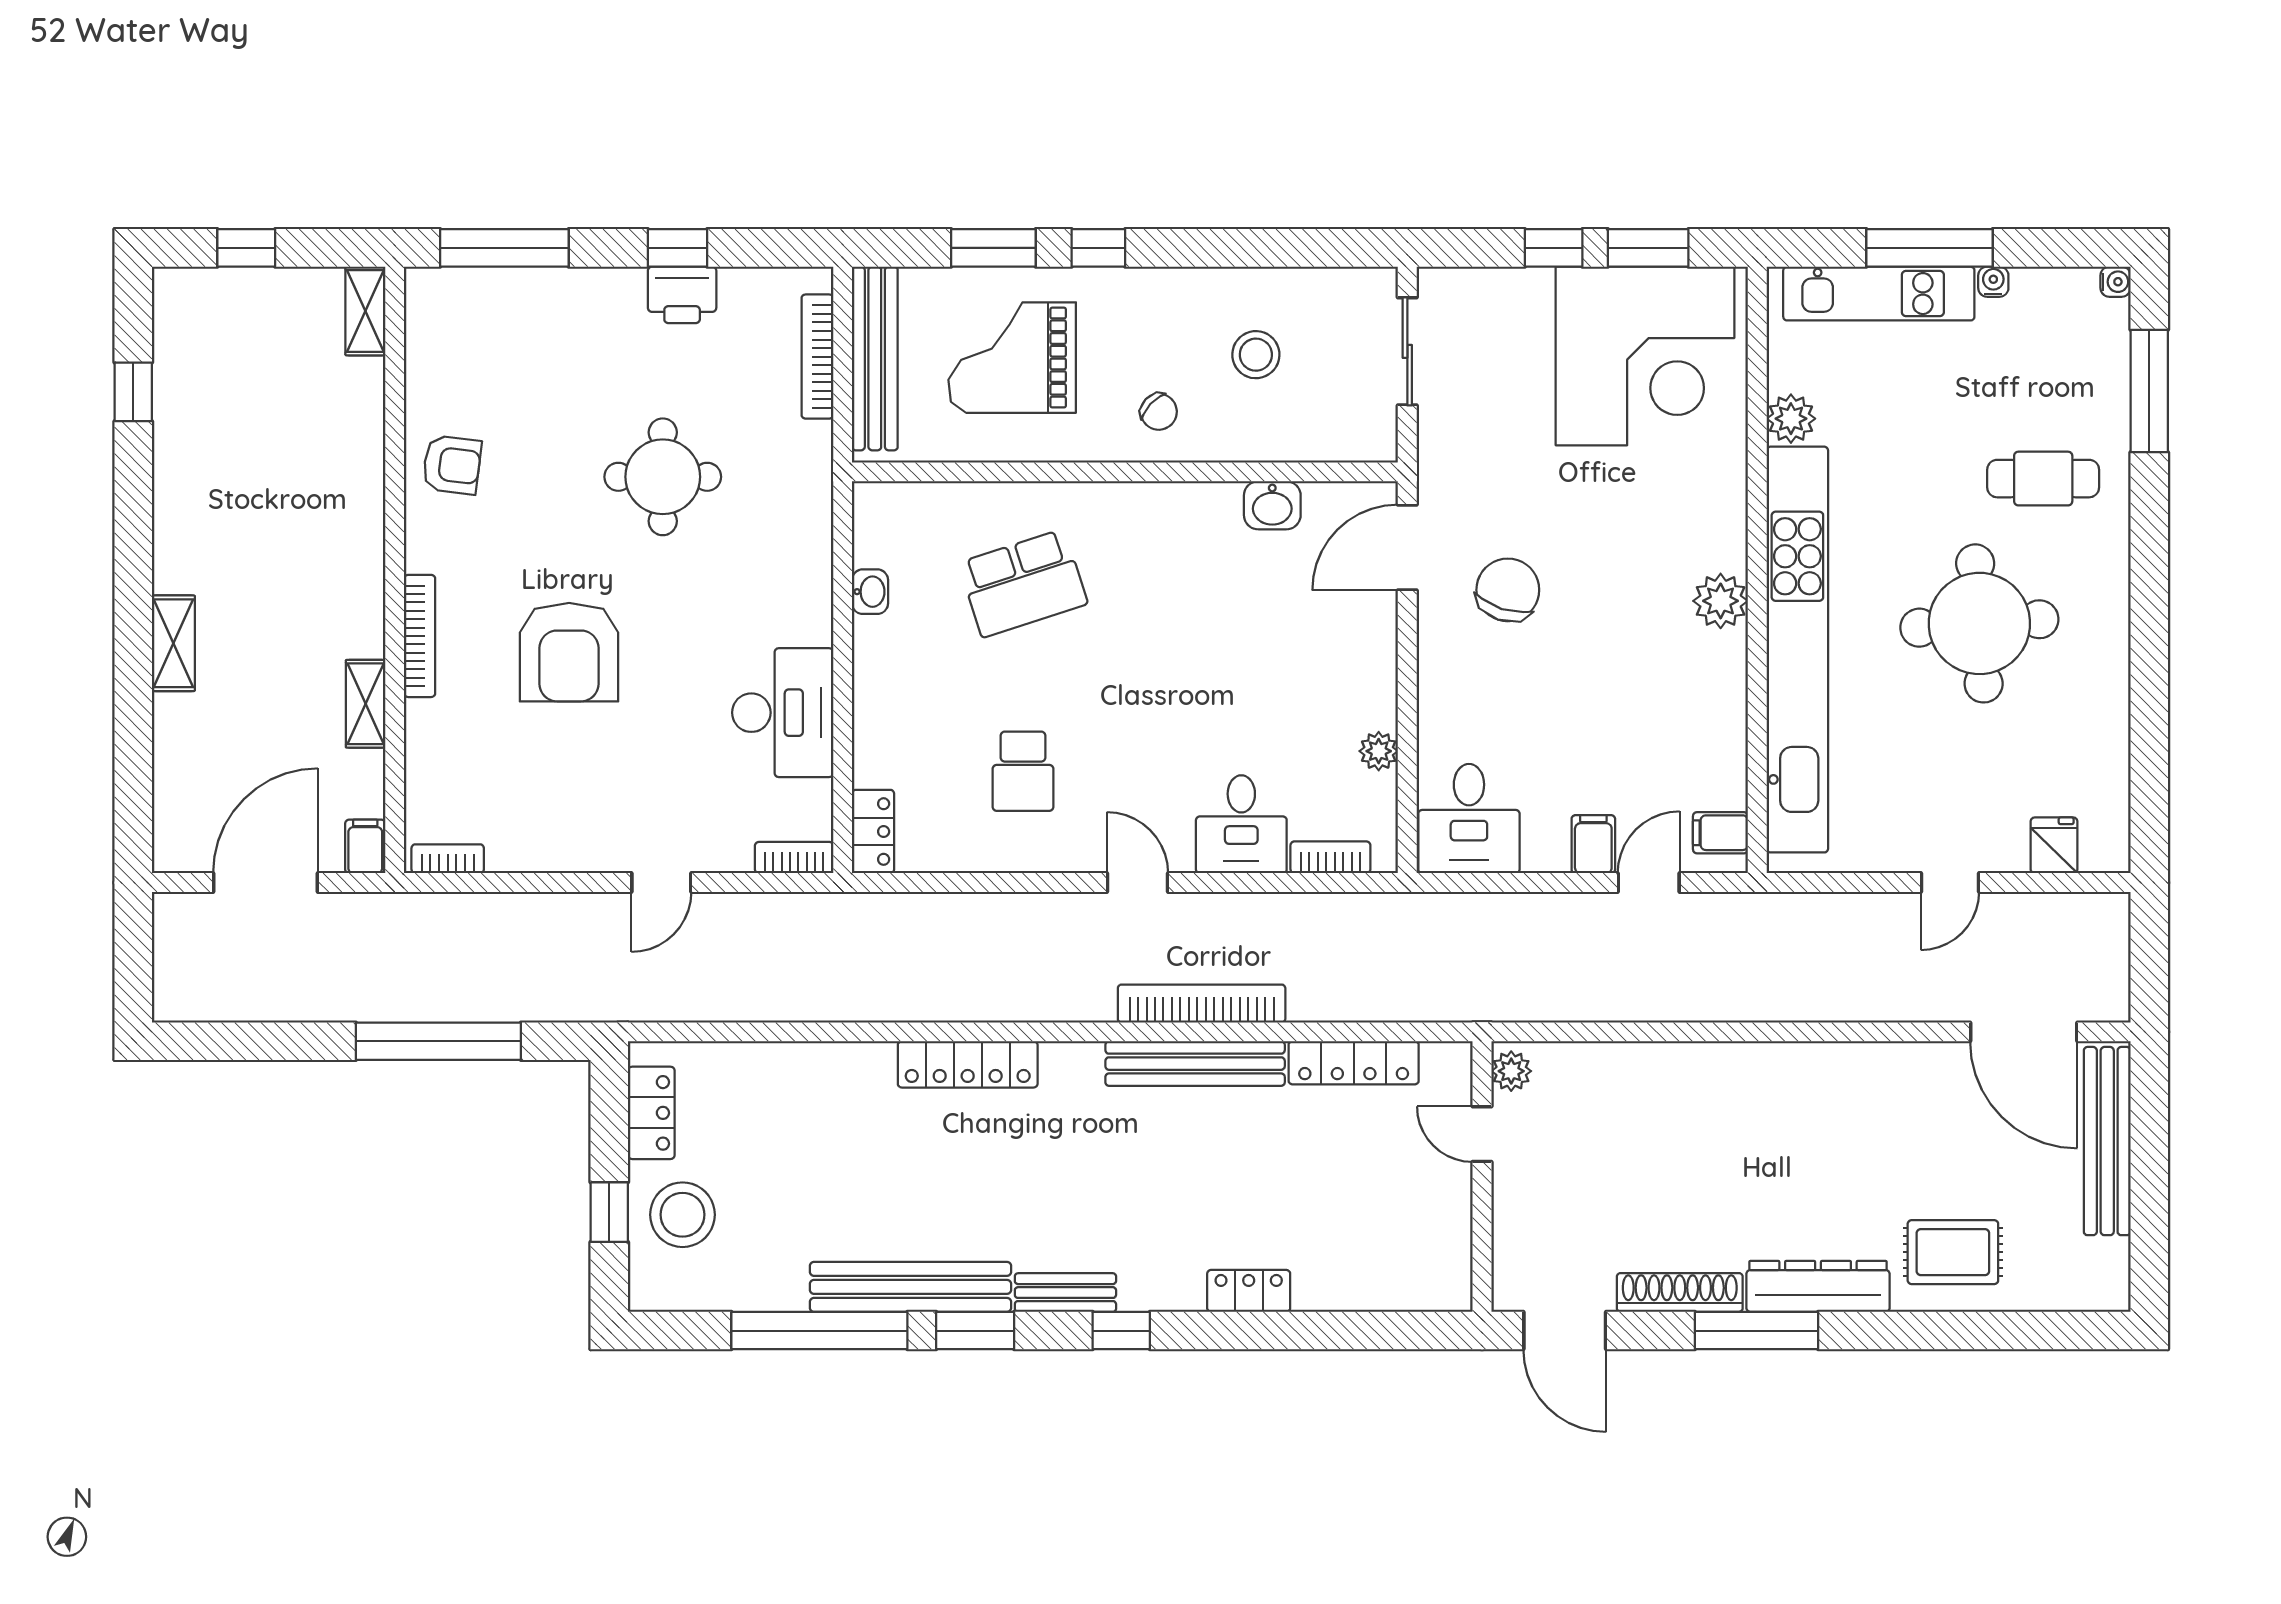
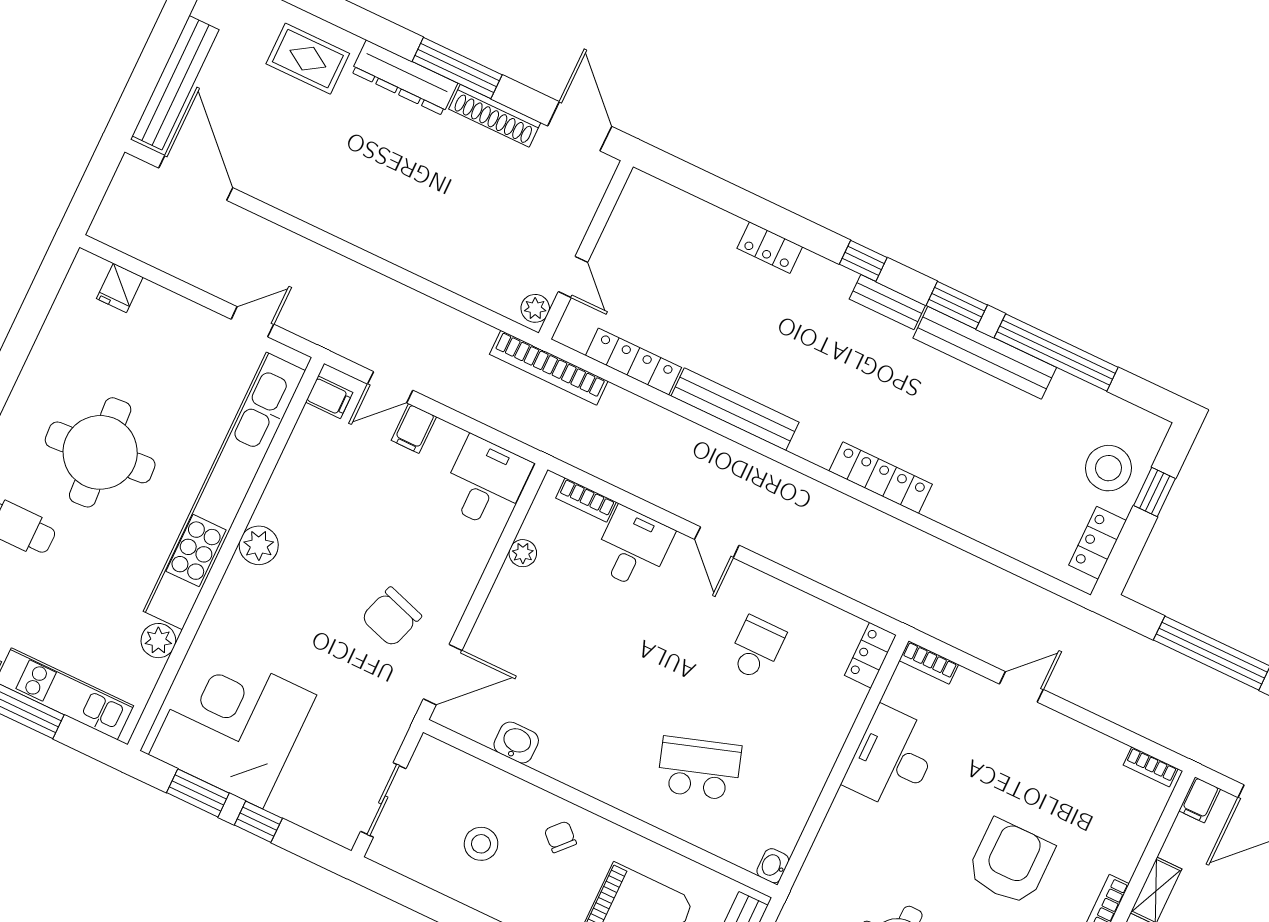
washbasin: (870, 592) -> (773, 866), moved
door: (1950, 883) -> (252, 322), moved
bookcase: (1202, 1004) -> (549, 368), moved

